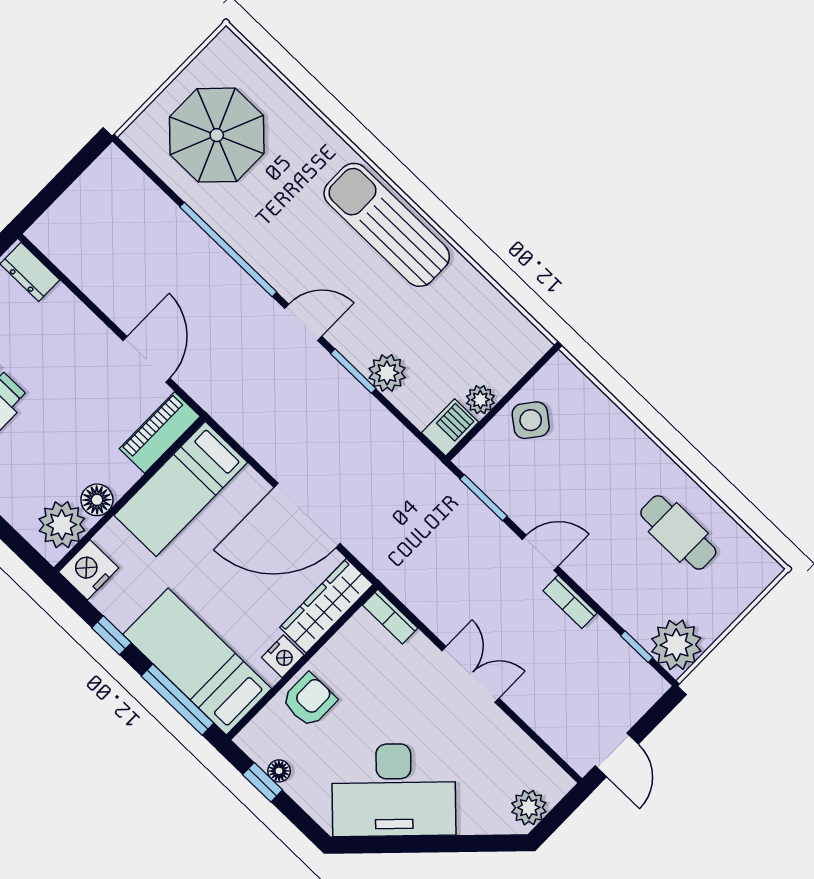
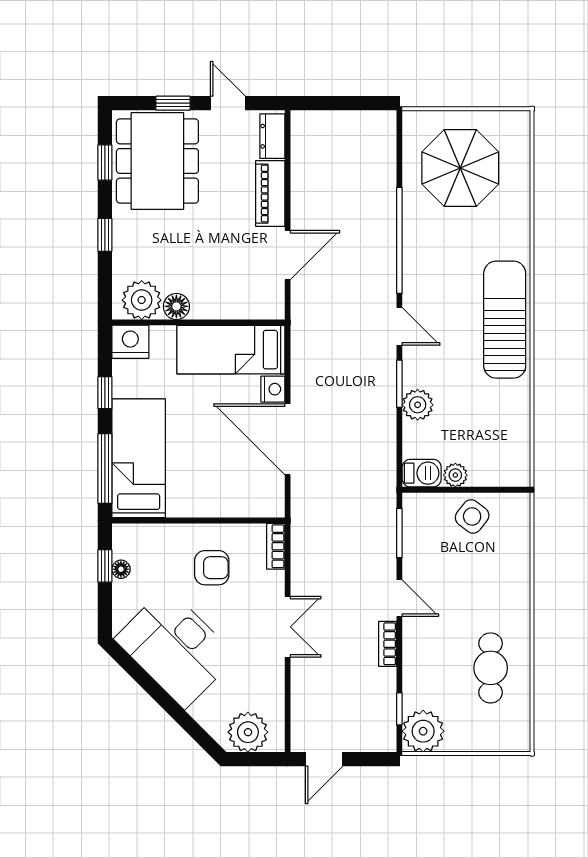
piano: (160, 433) -> (270, 194), moved, turned -90
wardrobe: (326, 606) -> (245, 502), removed
nightstand: (283, 656) -> (273, 389), moved, turned -90
armchair: (309, 700) -> (212, 568), moved
plant: (529, 808) -> (248, 732), width x1.36, depth x1.36

